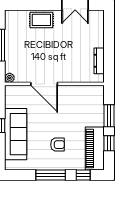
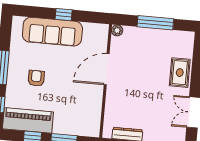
armchair: (57, 145) -> (36, 78), turned 180

